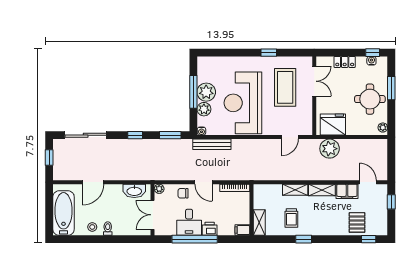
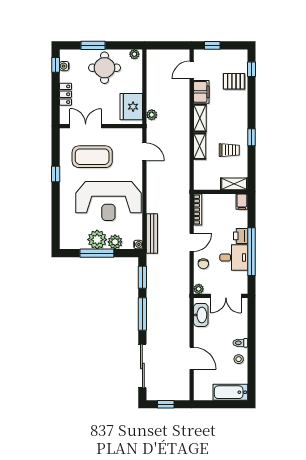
window: (135, 135) -> (142, 314), width x2.17
plant: (330, 149) -> (152, 115), width x0.53, depth x0.53
bathtub: (63, 213) -> (230, 392), width x0.73, depth x0.73

